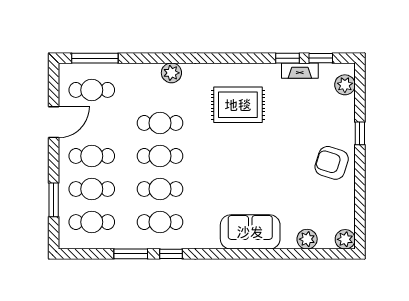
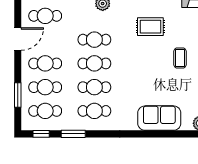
rug: (238, 105) -> (150, 27), width x0.73, depth x0.70
coffee table: (279, 148) -> (180, 58), added
window: (171, 254) -> (41, 134), moved

